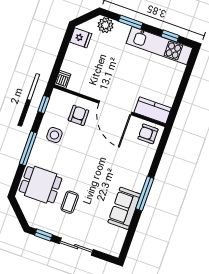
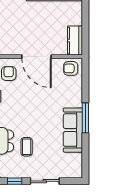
kitchen counter: (153, 110) -> (75, 41), moved, turned -90
sofa: (124, 208) -> (73, 130), width x1.36

